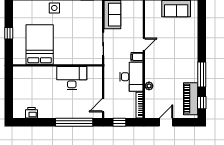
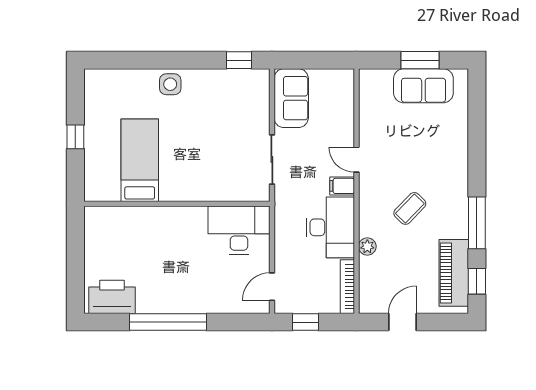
bed: (40, 44) -> (140, 160), width x0.67
door: (144, 44) -> (356, 160), swing flipped
coffee table: (170, 68) -> (410, 208), added
desk: (72, 78) -> (239, 230), moved
printer: (32, 113) -> (112, 297), width x1.87, depth x1.48
window: (74, 122) -> (168, 322), moved

